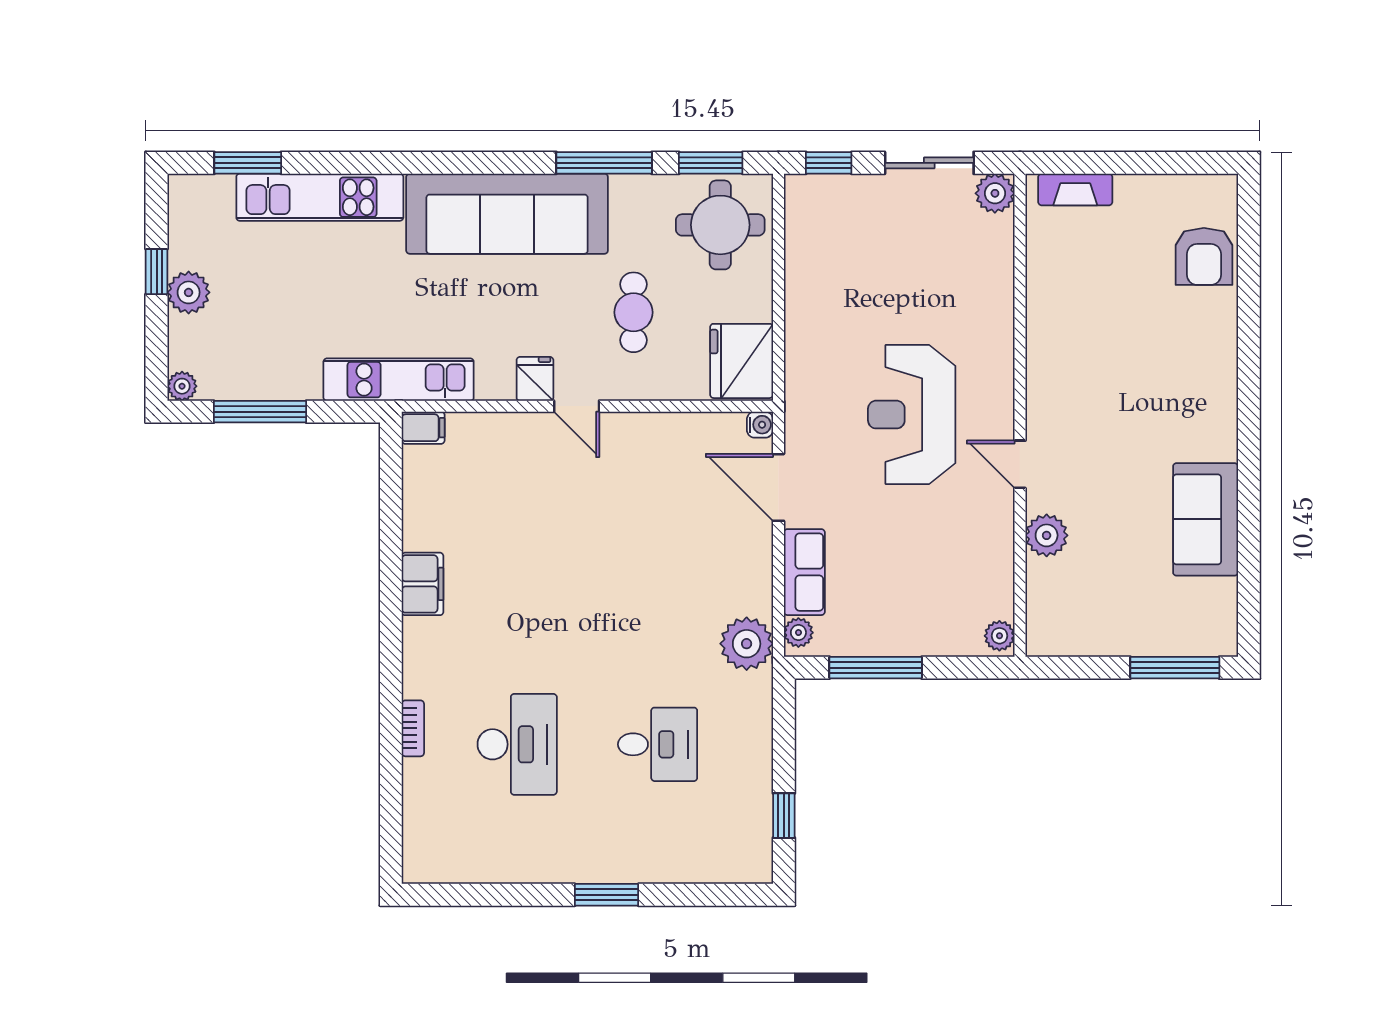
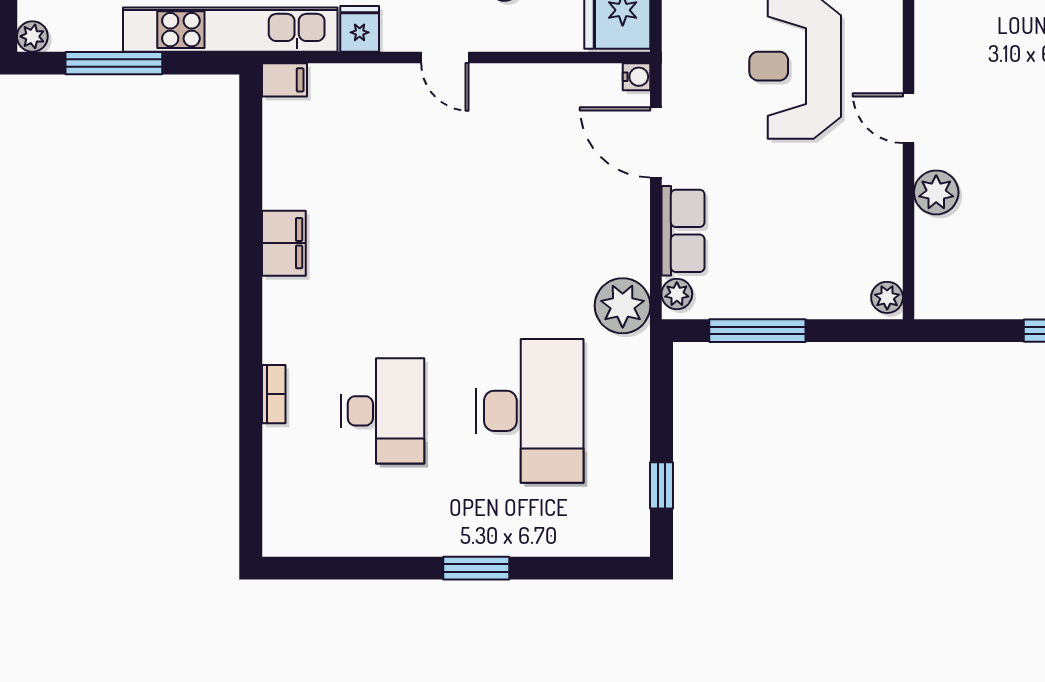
fridge: (535, 379) -> (360, 29), moved
kitchen unit: (399, 380) -> (230, 30), width x1.36
desk: (658, 744) -> (529, 411), width x1.87, depth x1.30

